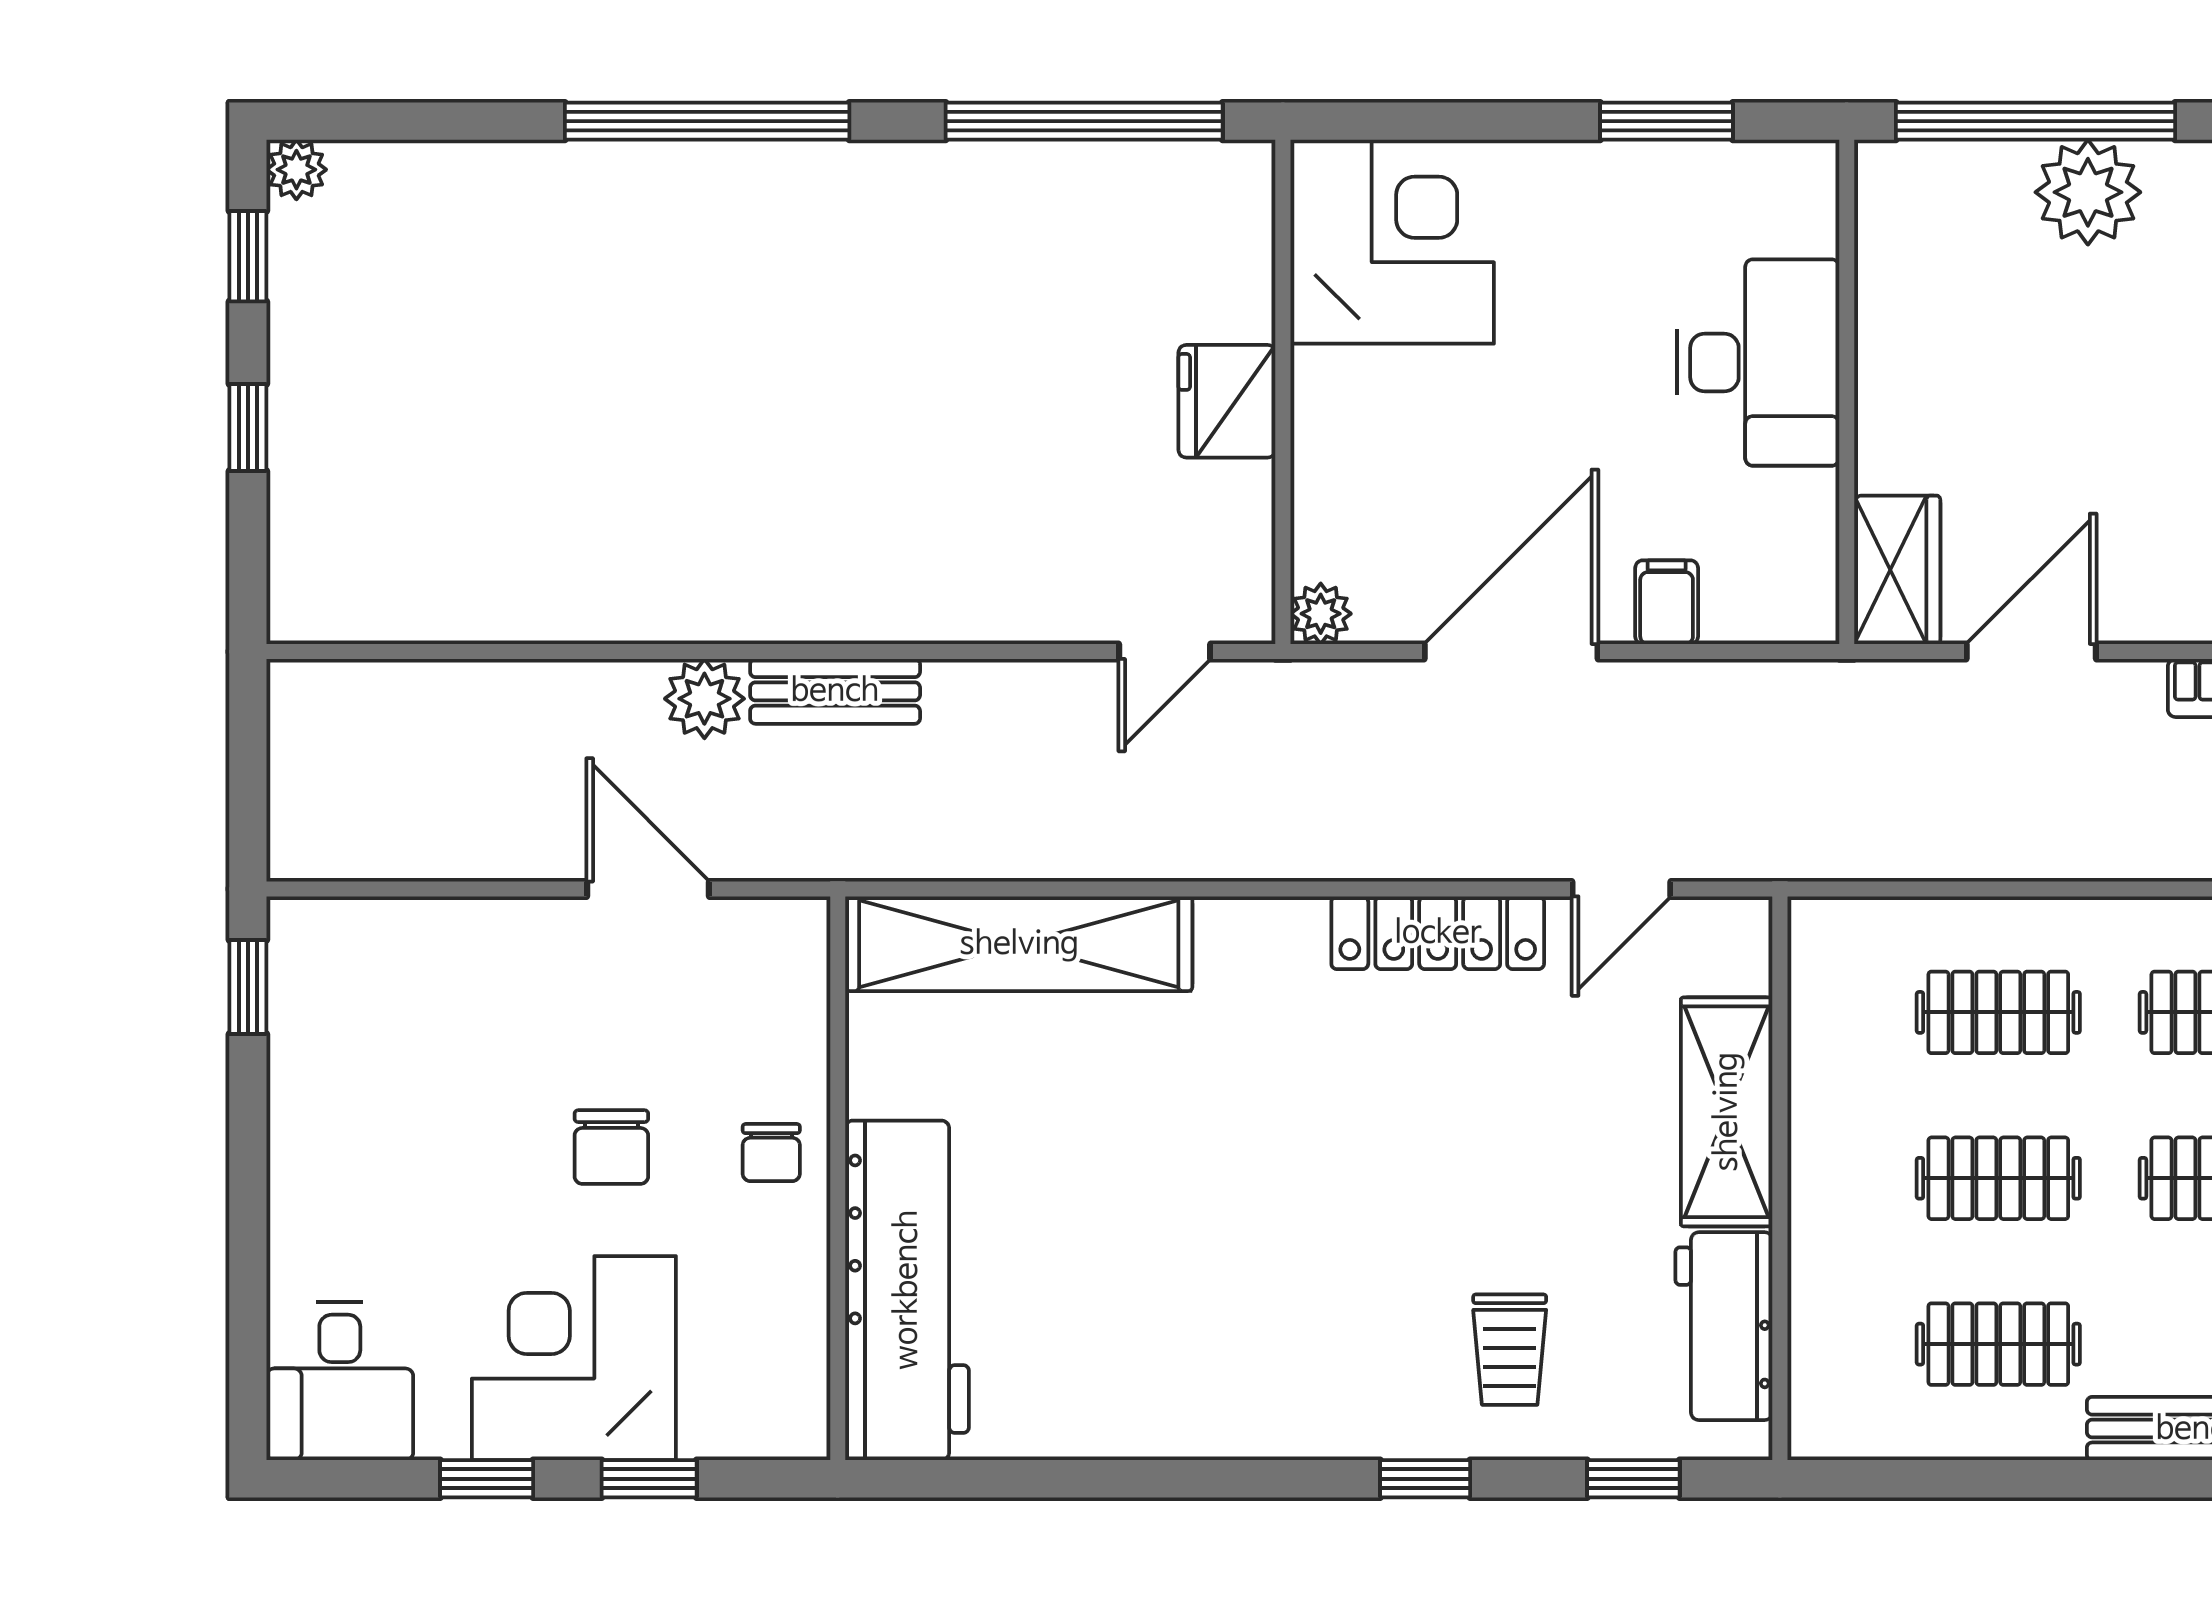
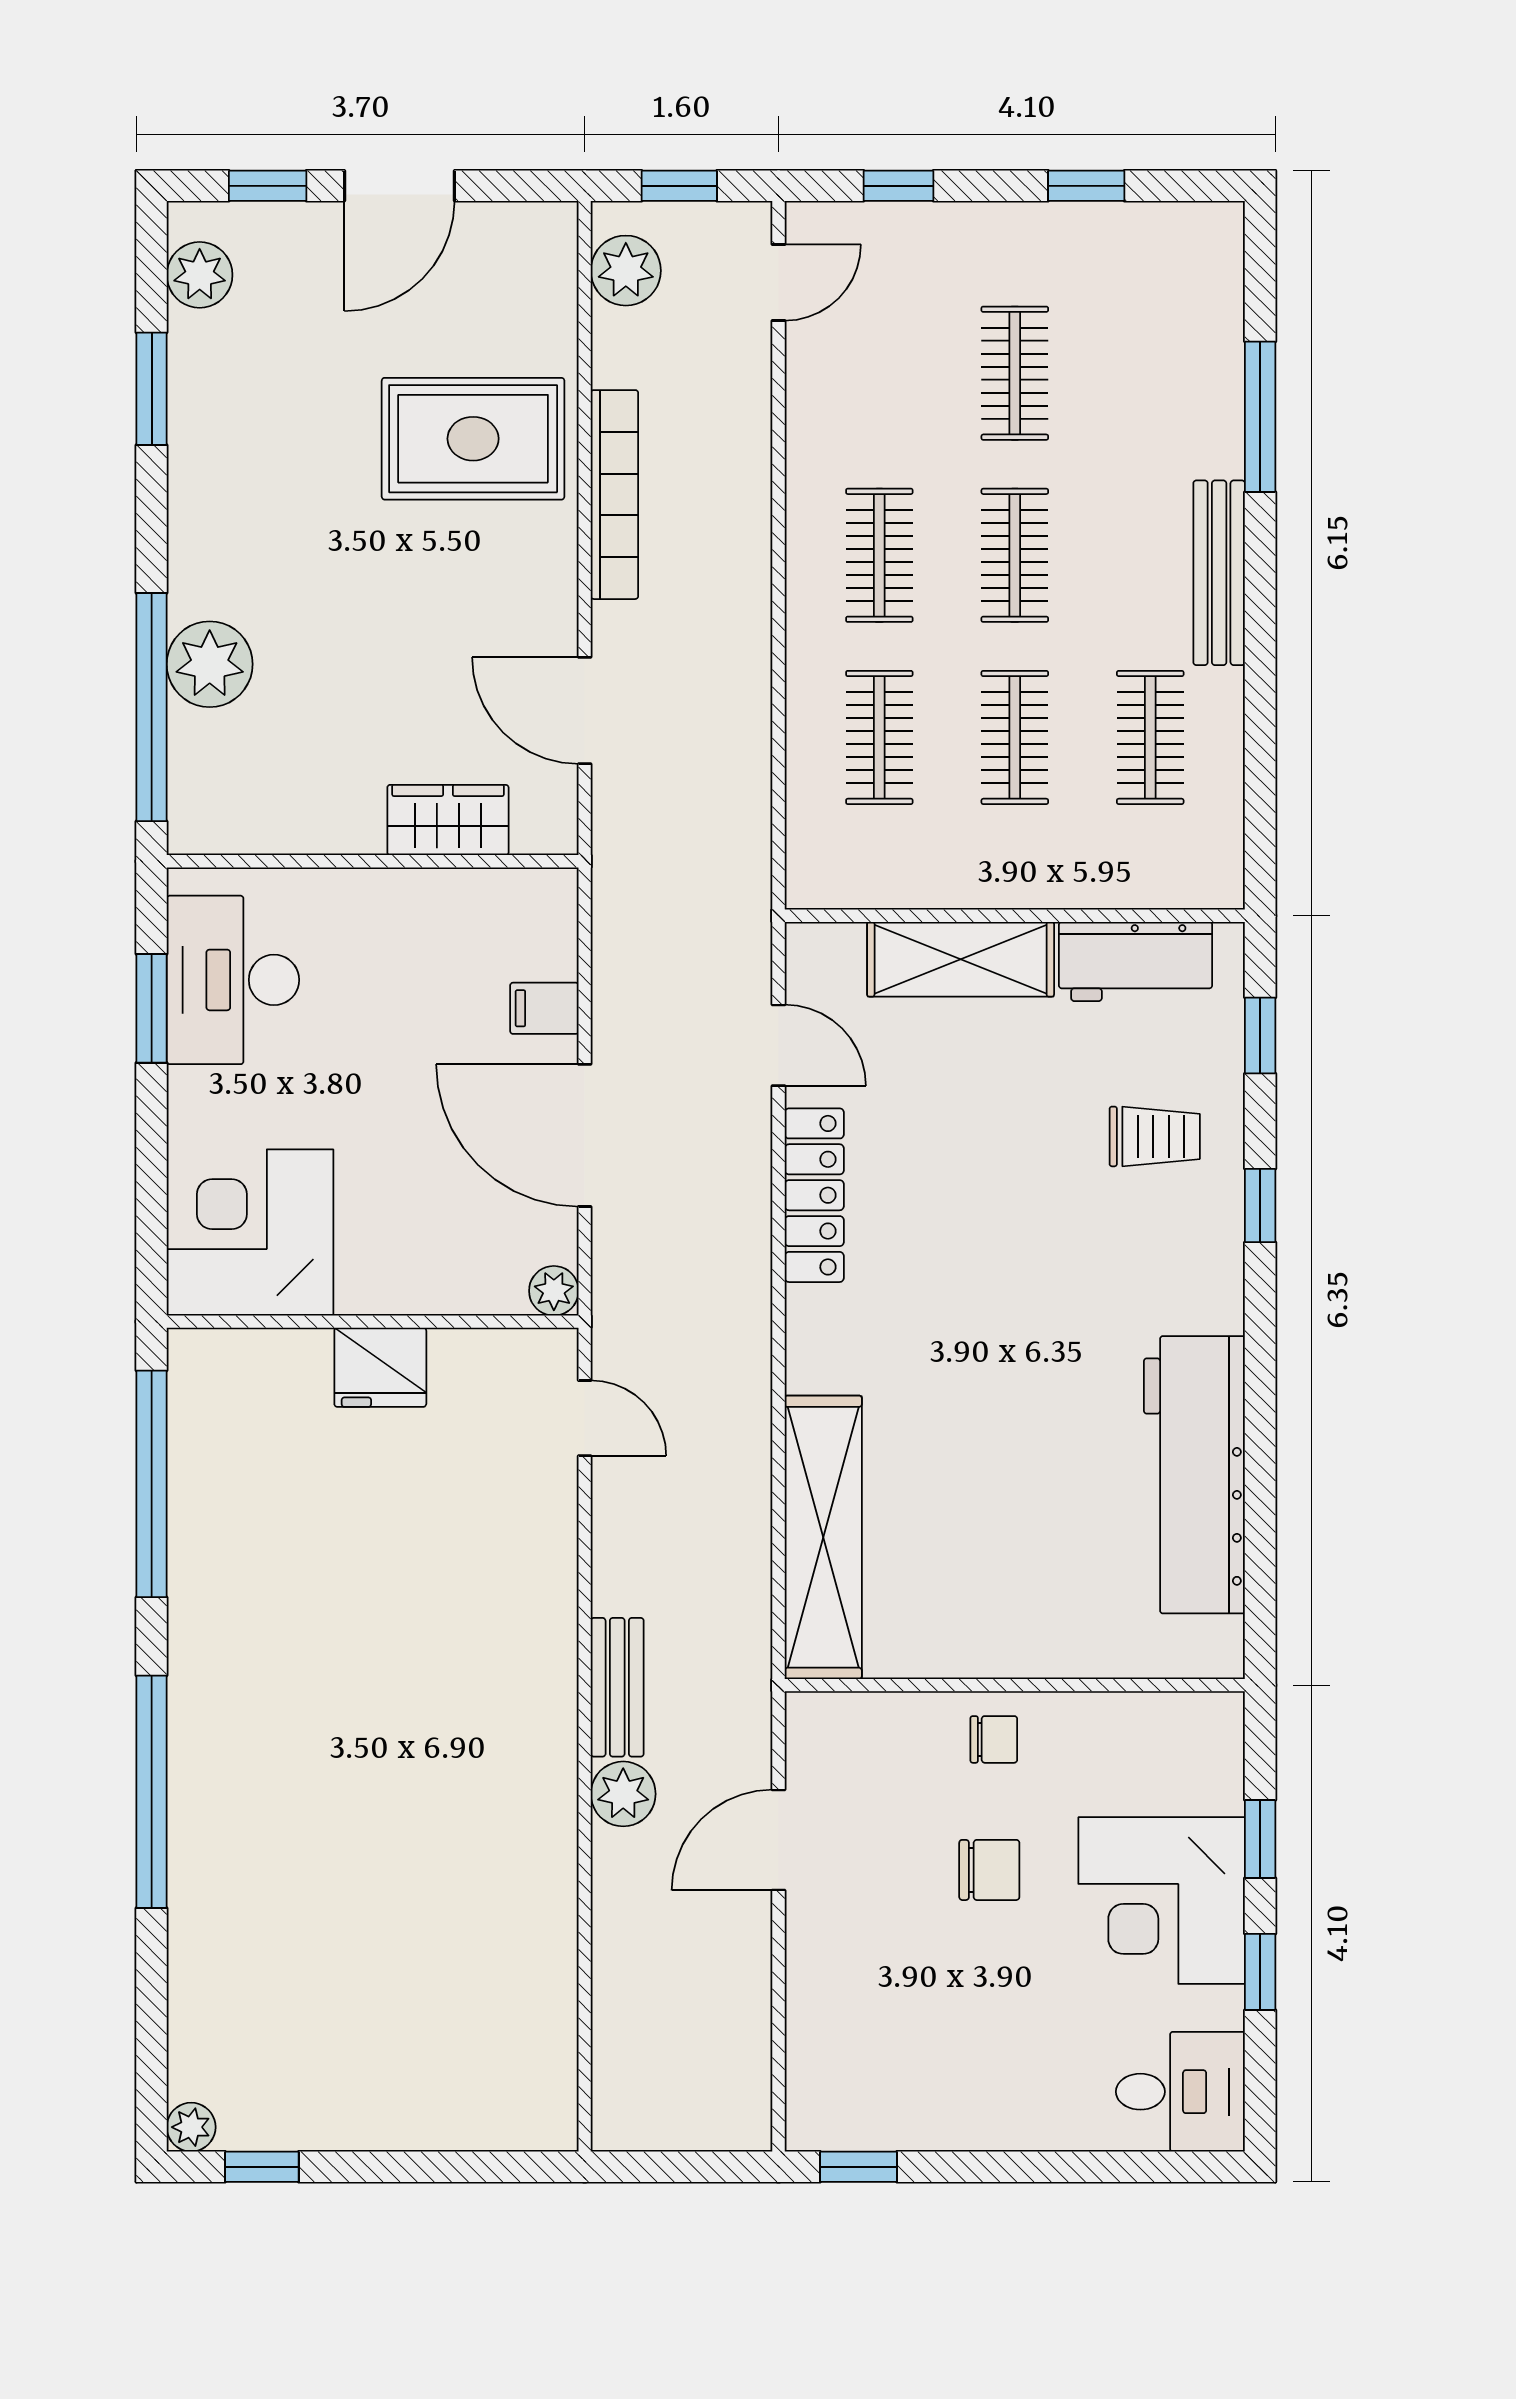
desk: (1758, 362) -> (233, 980), moved, turned -90
window: (248, 428) -> (402, 2167), removed
wardrobe: (1897, 570) -> (448, 820), moved
workbench: (907, 1290) -> (1194, 1475), moved, turned -90

